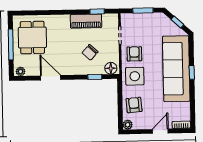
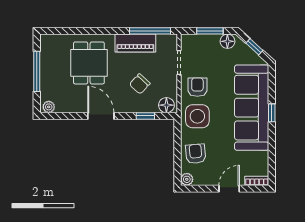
window: (97, 11) -> (150, 31), width x2.17
floor lamp: (157, 18) -> (227, 41), added
dining table: (32, 37) -> (89, 63), moved
door: (51, 78) -> (101, 116), moved

